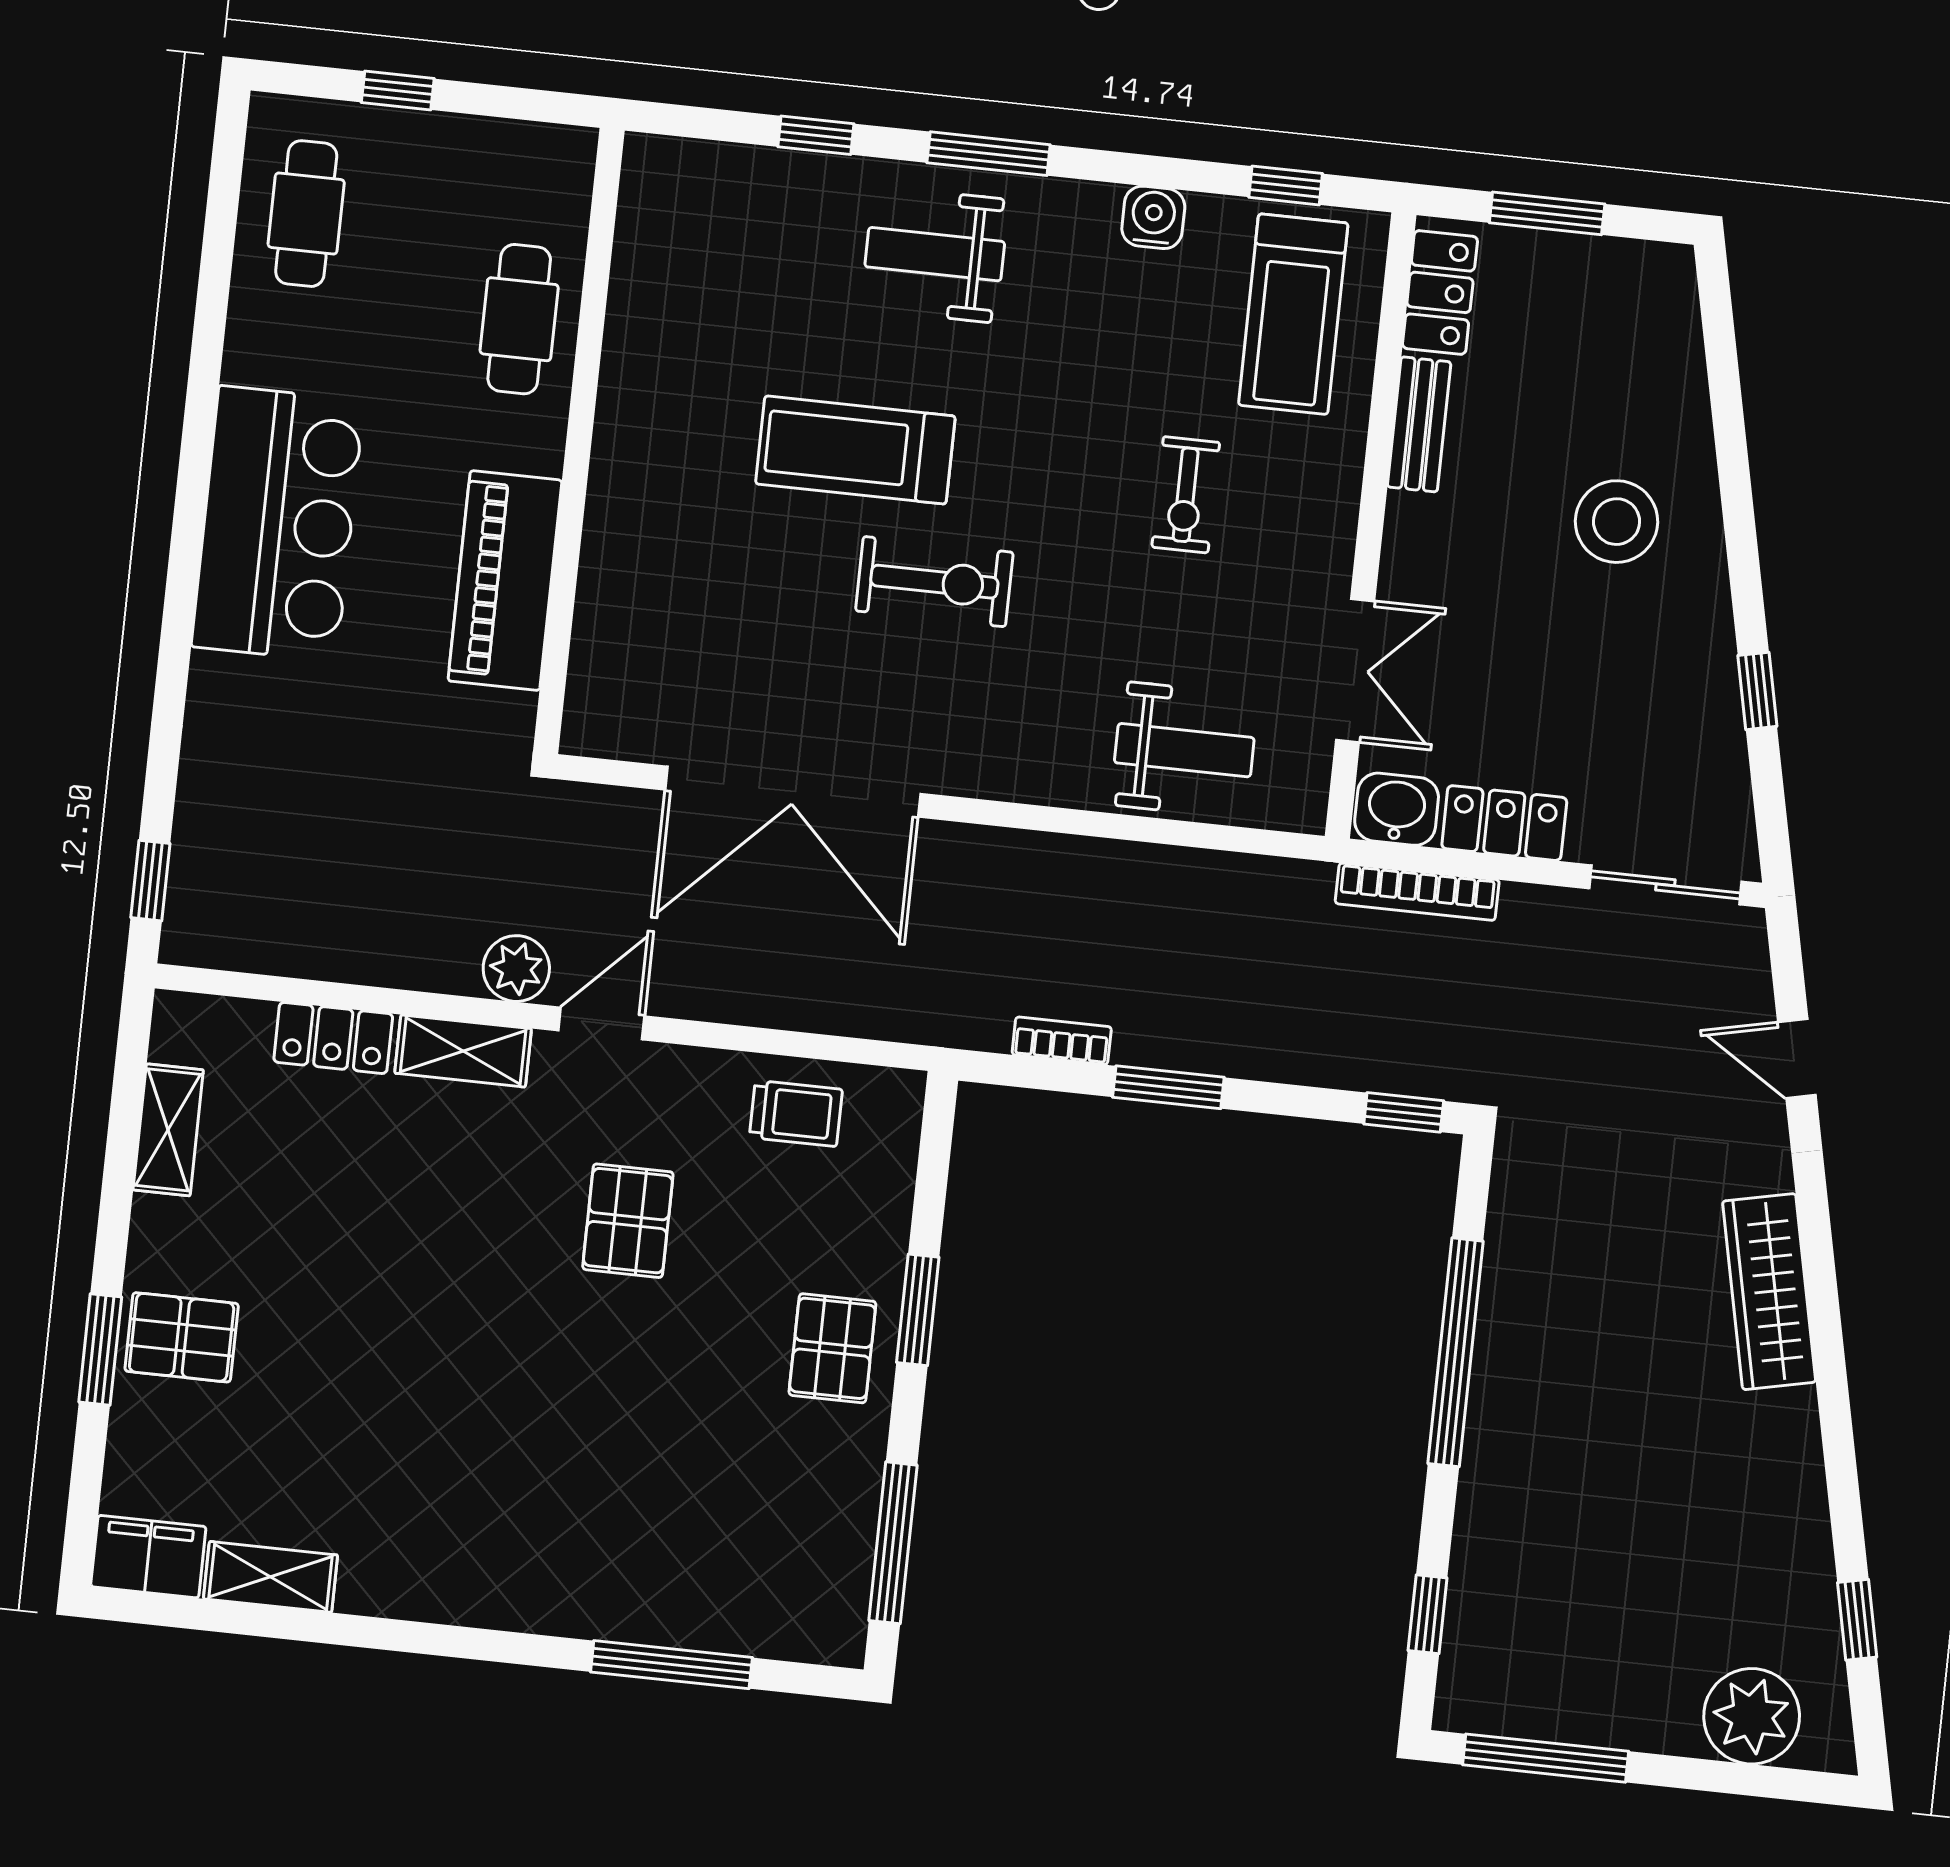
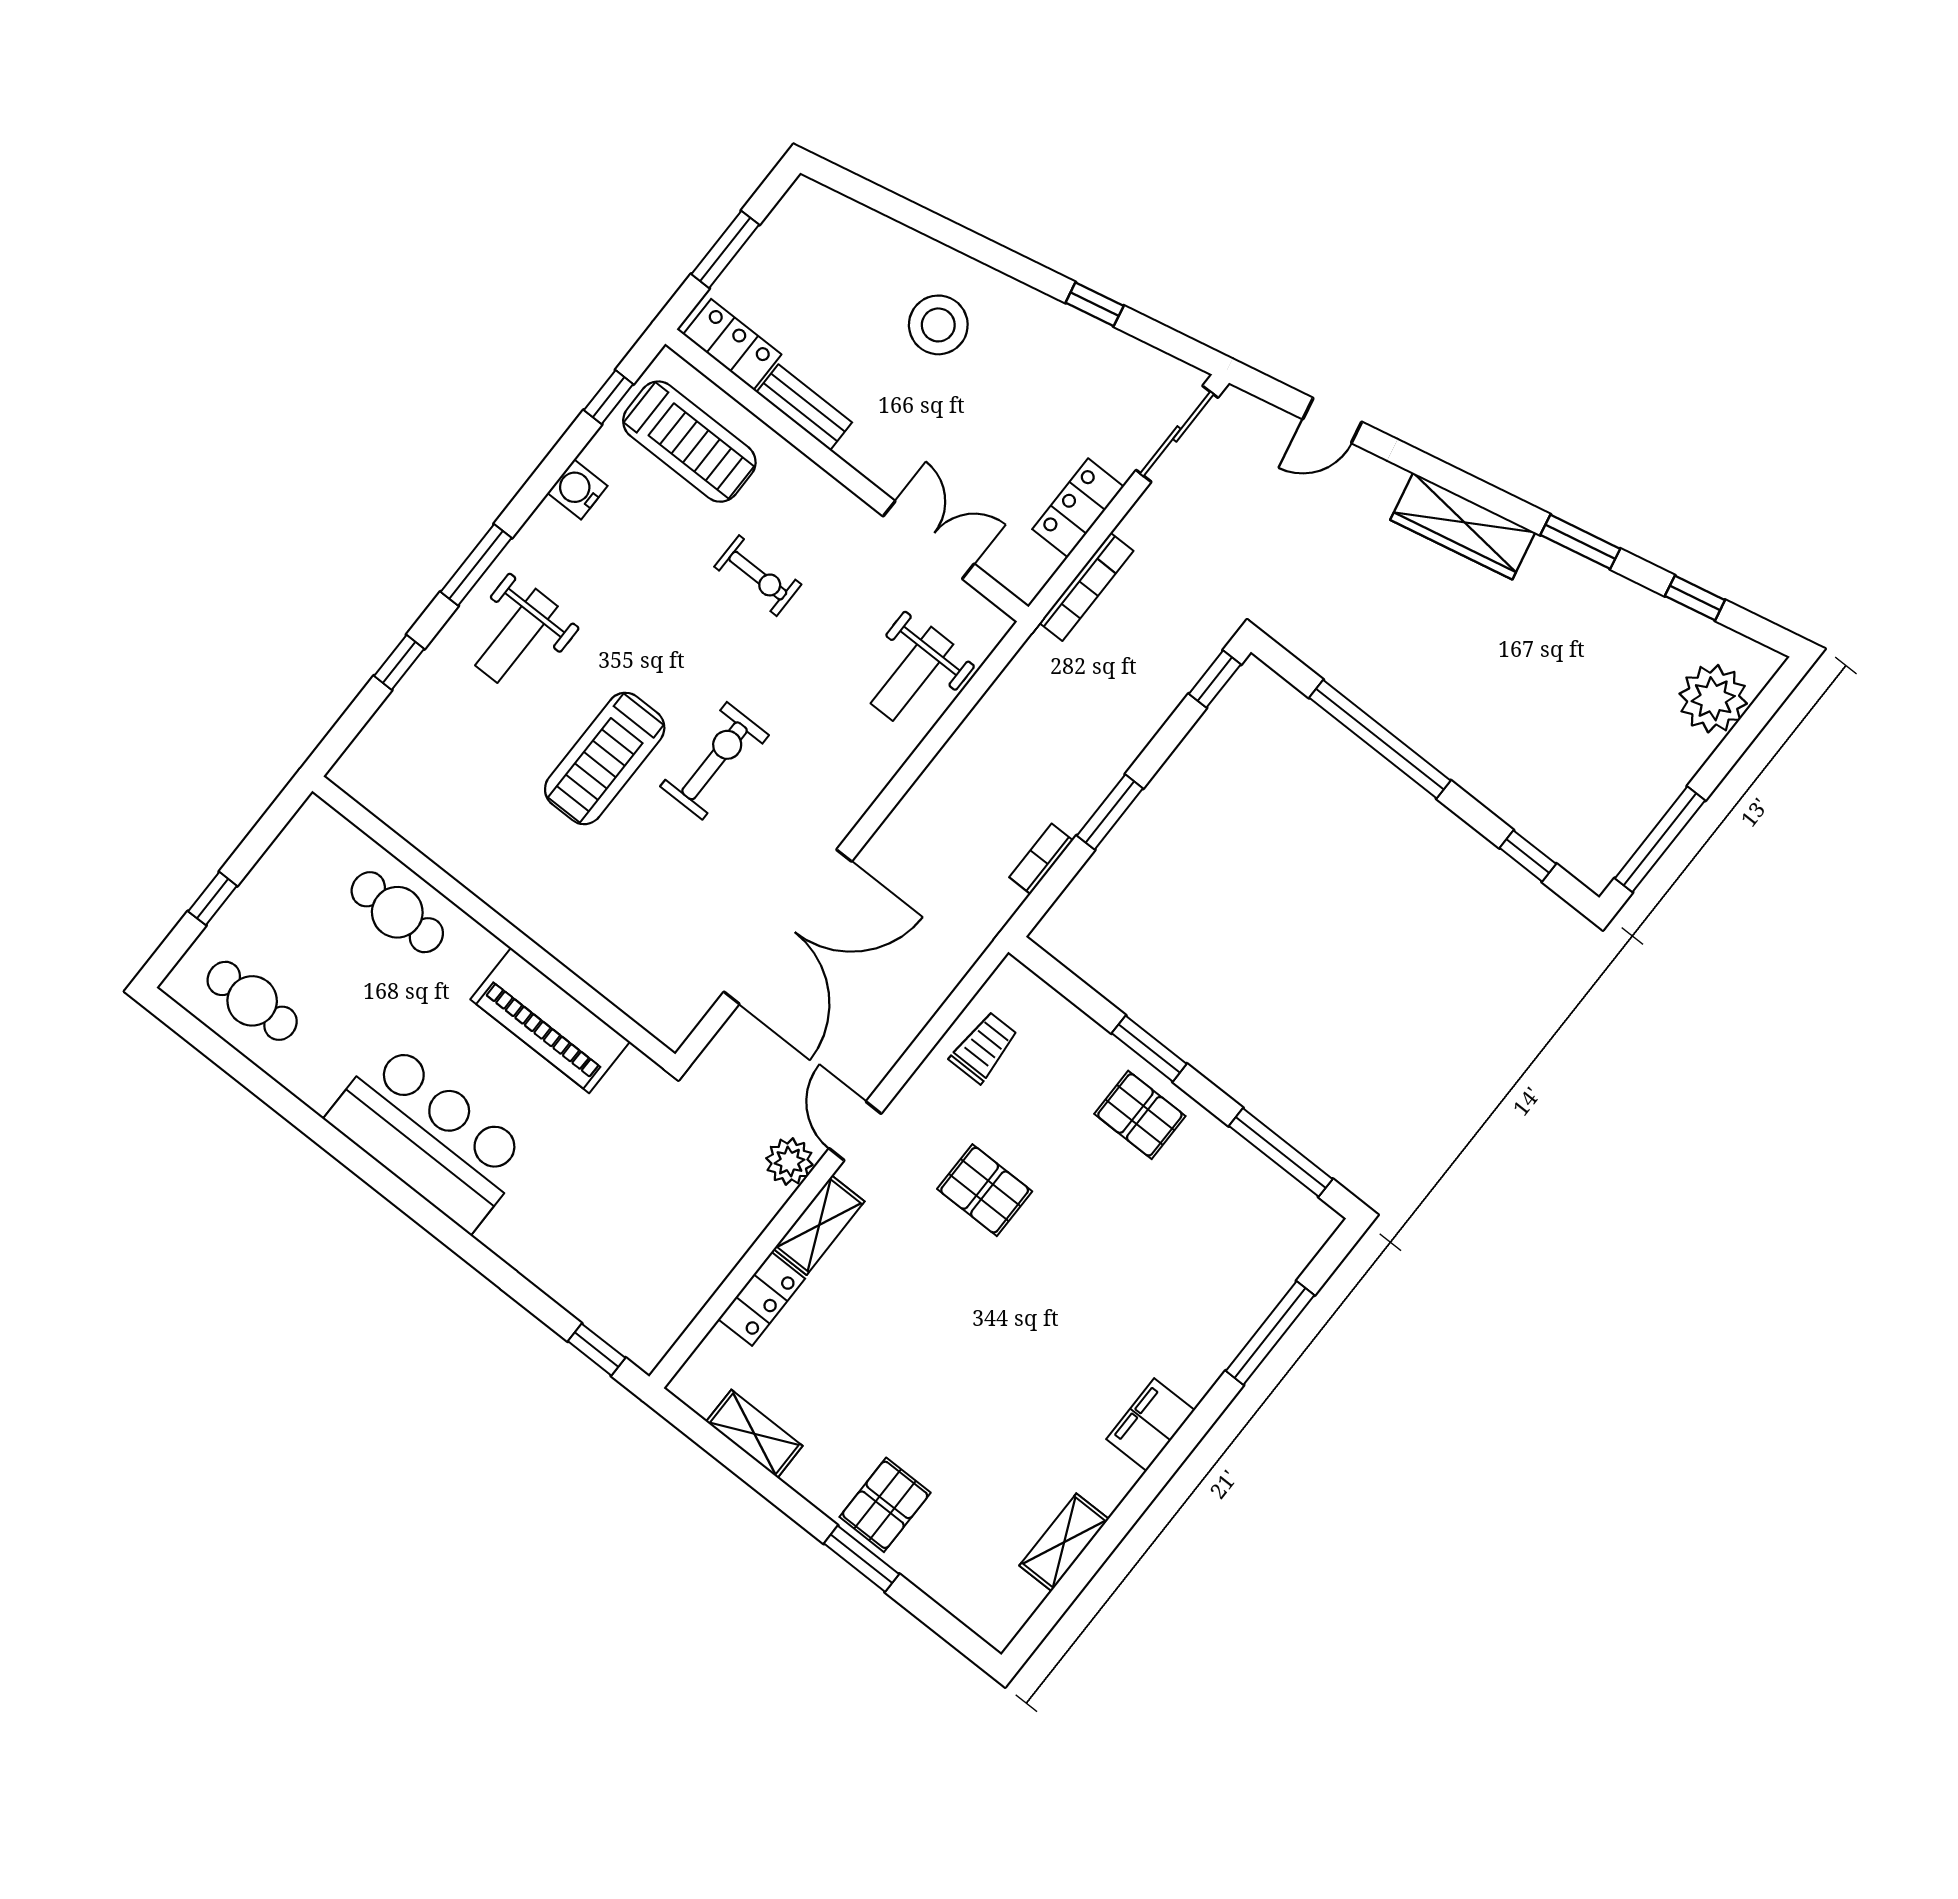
weight bench: (1184, 750) -> (912, 674), turned 180
washbasin: (1397, 809) -> (1029, 568), removed
window: (1838, 1442) -> (1580, 542), added
filing cabinet: (148, 1557) -> (1150, 1425), moved

